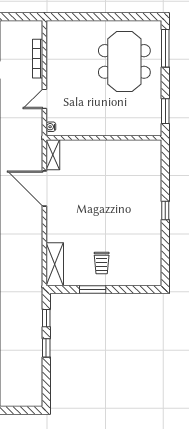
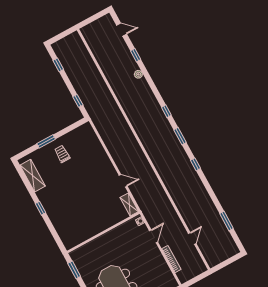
door: (44, 189) -> (123, 181), width x0.53
shelving: (55, 264) -> (33, 176), moved
window: (93, 290) -> (46, 141), moved
window: (46, 348) -> (58, 65), moved

